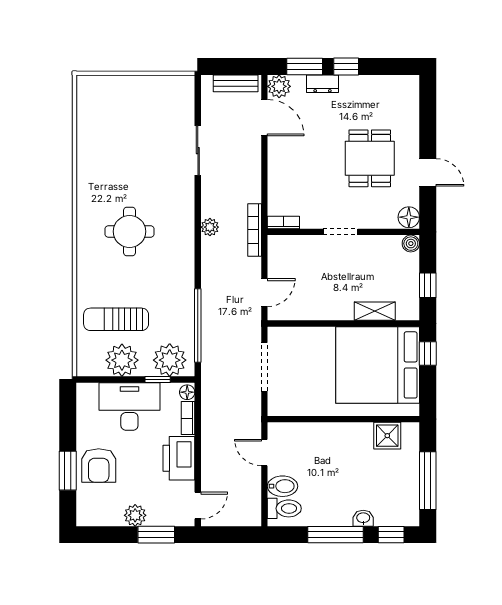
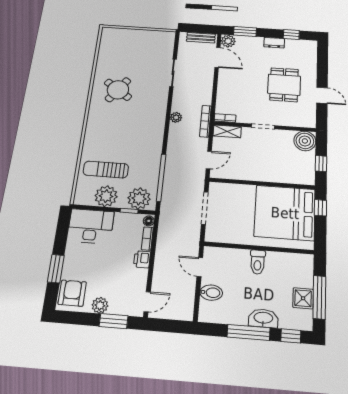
window: (346, 66) -> (291, 35), moved
dresser: (322, 84) -> (274, 43), moved
floor lamp: (409, 217) -> (309, 121), removed
round table: (130, 231) -> (118, 90), moved, turned 35
boiler: (411, 244) -> (305, 141), width x1.86, depth x1.86
shelving: (375, 311) -> (227, 131), moved
desk: (129, 407) -> (91, 226), moved
shower: (387, 436) -> (303, 298), moved
printer: (179, 458) -> (142, 259), width x0.53, depth x0.68
armchair: (99, 466) -> (72, 293), moved, turned 180
toilet: (284, 508) -> (258, 262), moved, turned 90
washbasin: (363, 518) -> (263, 318), width x1.91, depth x1.45

